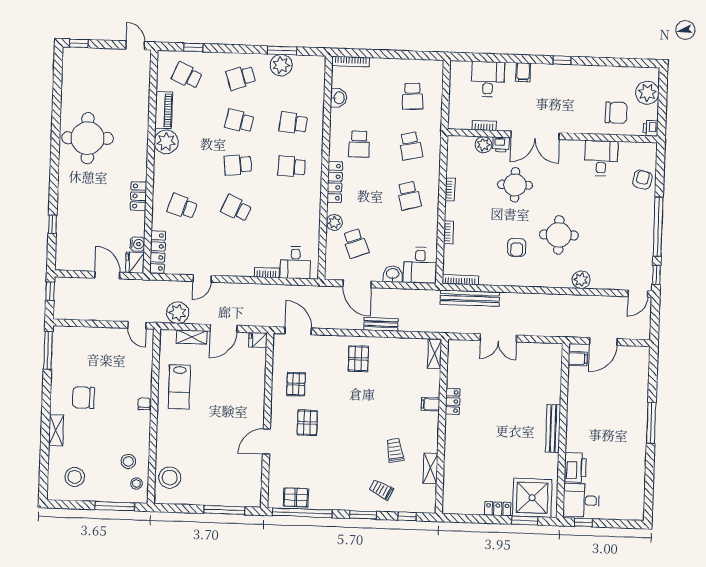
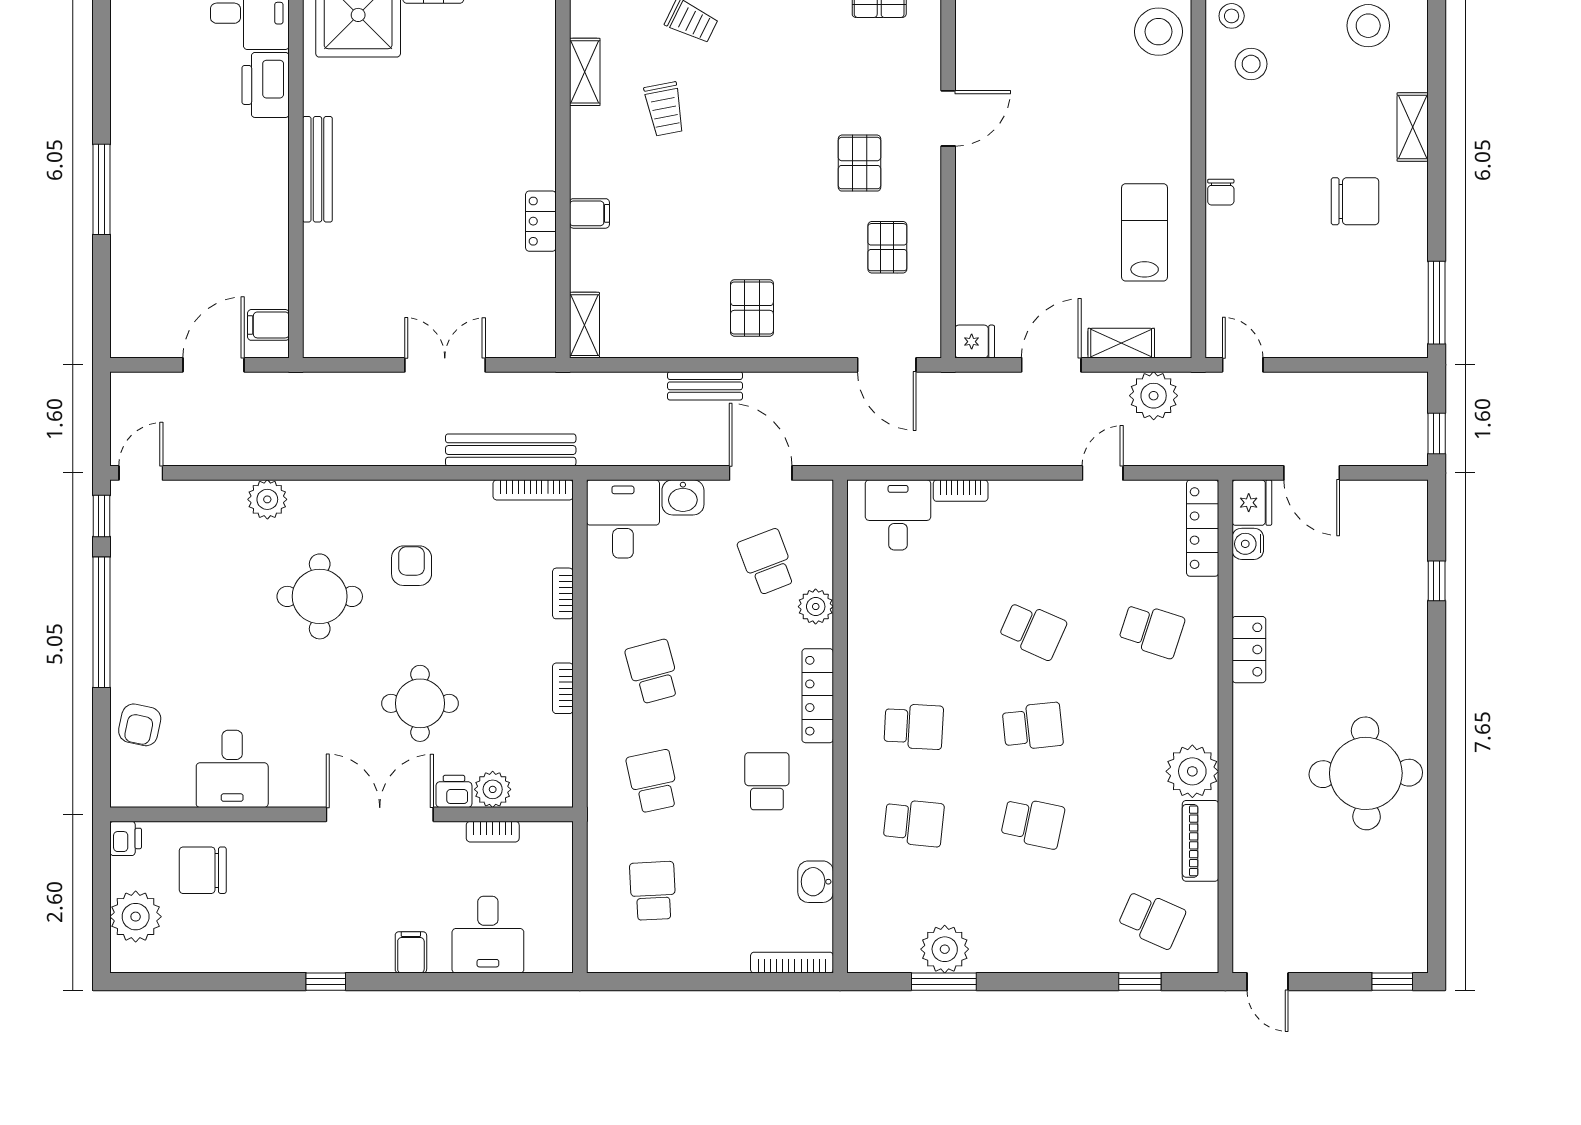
school desk: (241, 77) -> (1033, 919), removed

